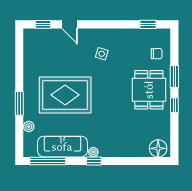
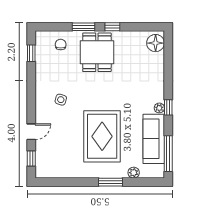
dining table: (149, 90) -> (97, 52), turned 90

